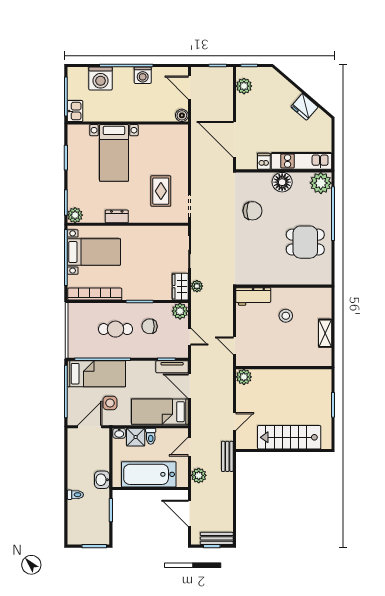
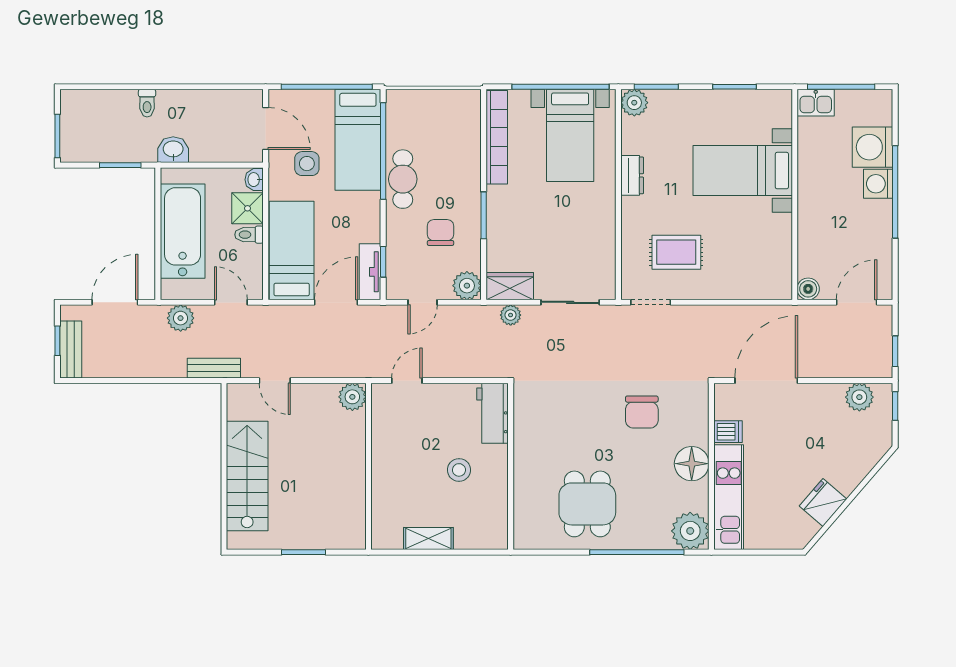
washing machine: (143, 75) -> (878, 184), moved
cafe table: (115, 329) -> (403, 179), moved

